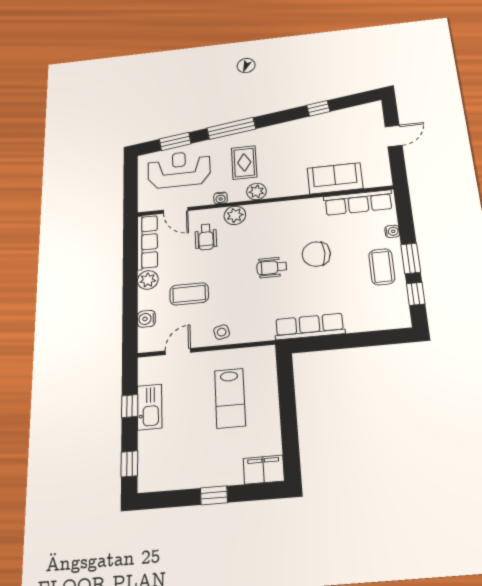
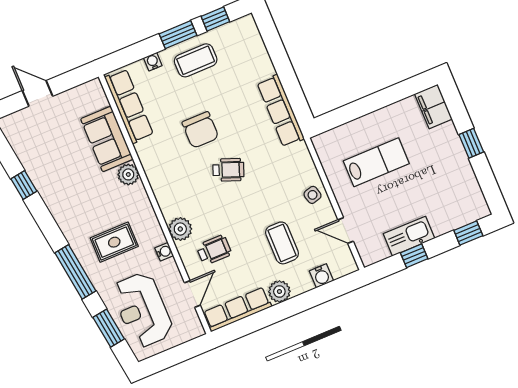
plant: (257, 192) -> (128, 174), moved
wheelchair: (272, 267) -> (228, 170), turned -69

